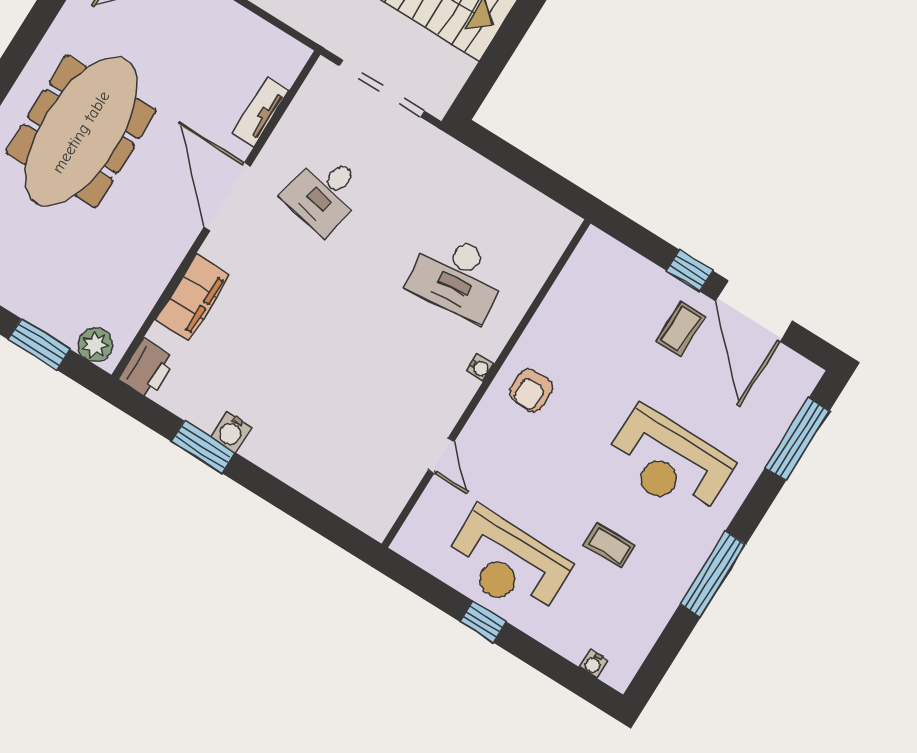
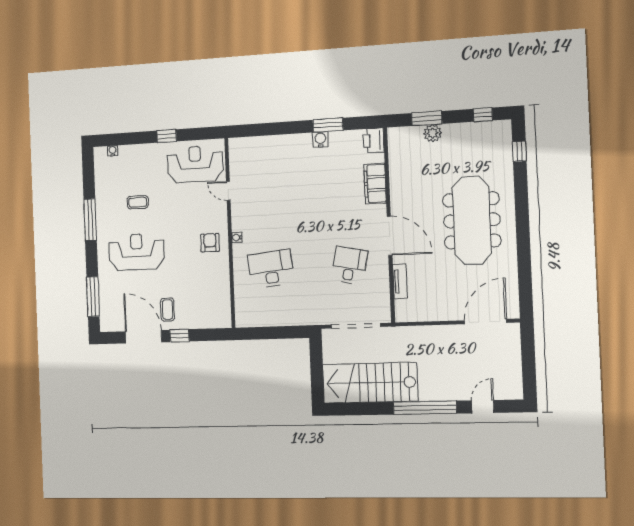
plant: (95, 345) -> (433, 133), moved
reception desk: (507, 564) -> (195, 164), moved

